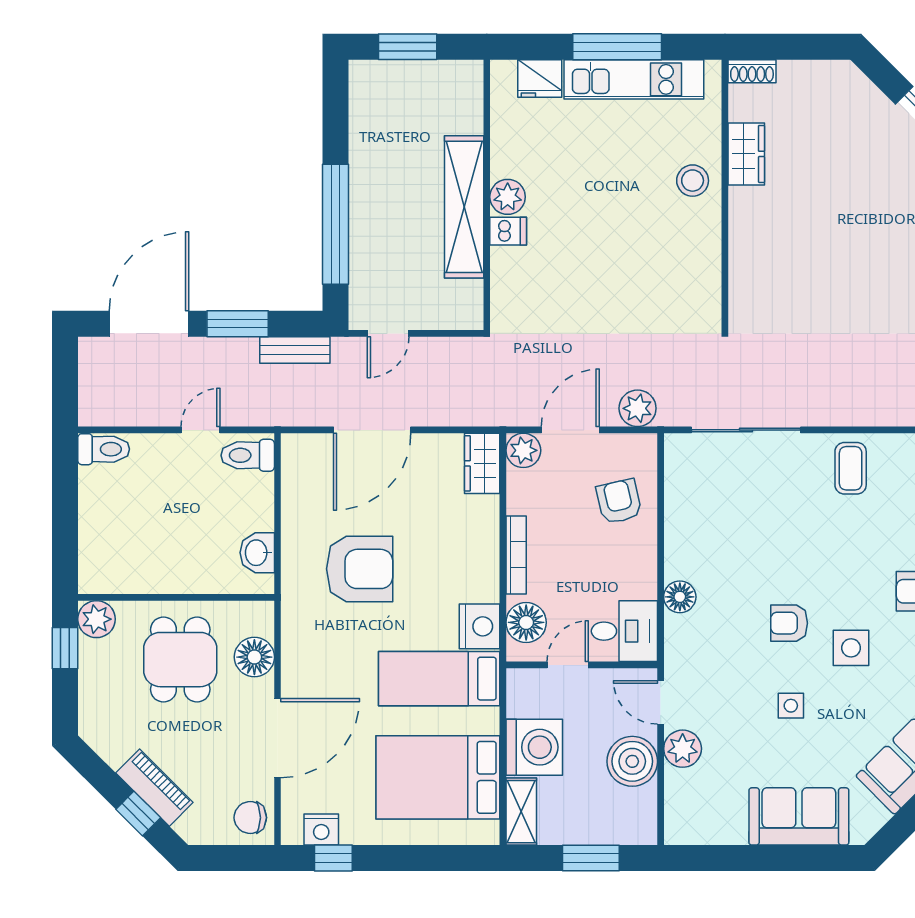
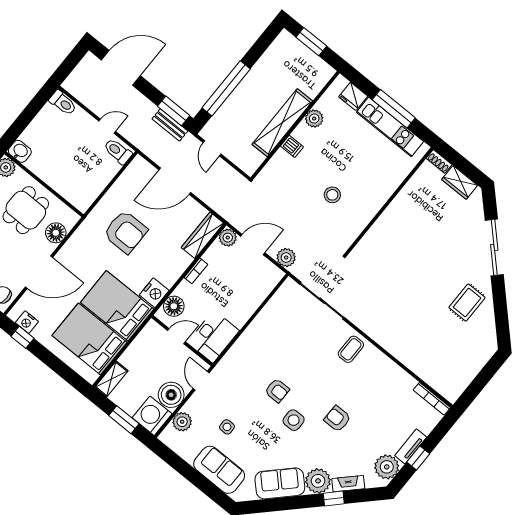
wardrobe: (746, 154) -> (460, 182), moved, turned 90
stool: (693, 181) -> (332, 195), moved
plant: (508, 197) -> (314, 119), moved
window: (238, 324) -> (174, 111), moved
door: (388, 333) -> (212, 148), hinge flipped
wardrobe: (482, 463) -> (203, 235), width x1.50
armchair: (619, 501) -> (249, 288), removed
washbasin: (257, 553) -> (20, 151), moved, turned 90
bookcase: (516, 555) -> (196, 271), width x0.64
floor lamp: (680, 597) -> (242, 345), removed
armchair: (789, 623) -> (277, 391), turned 180
desk: (624, 631) -> (213, 337), width x1.37
bed: (439, 679) -> (117, 306), width x1.50
side table: (791, 706) -> (227, 427), moved
washing machine: (534, 747) -> (152, 416), moved, turned 180
plant: (683, 749) -> (182, 422), moved

